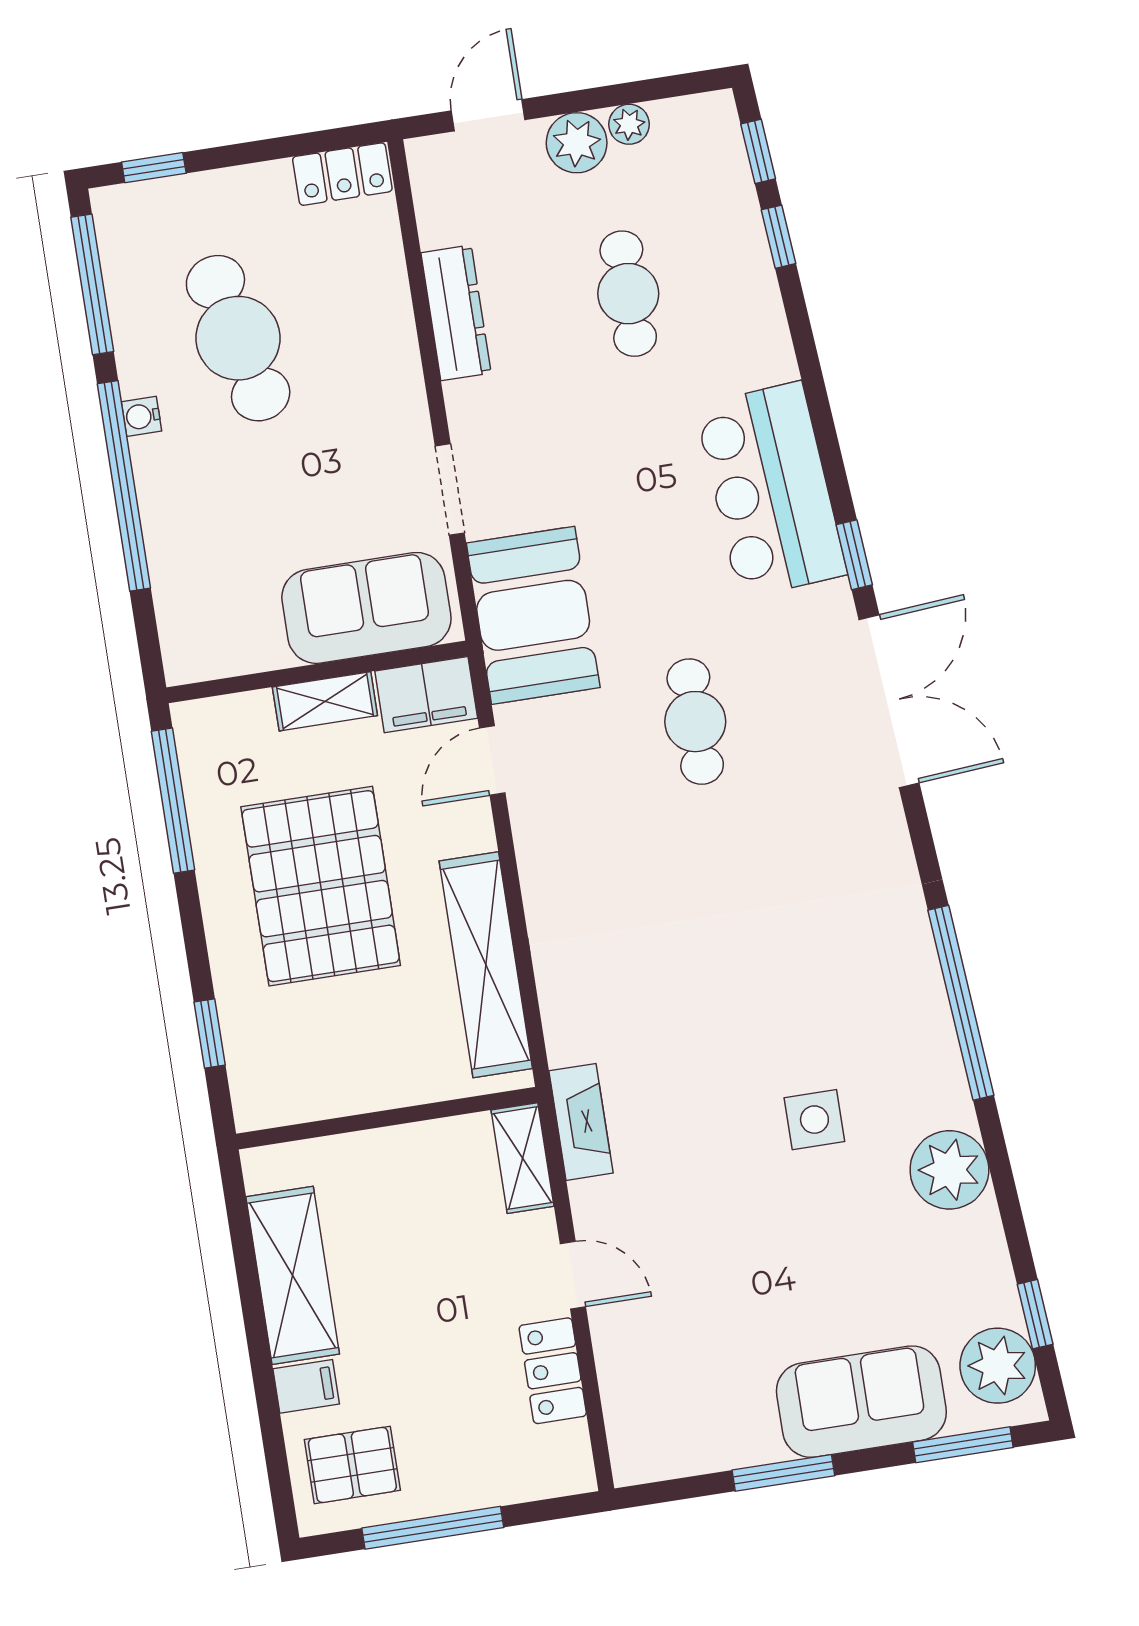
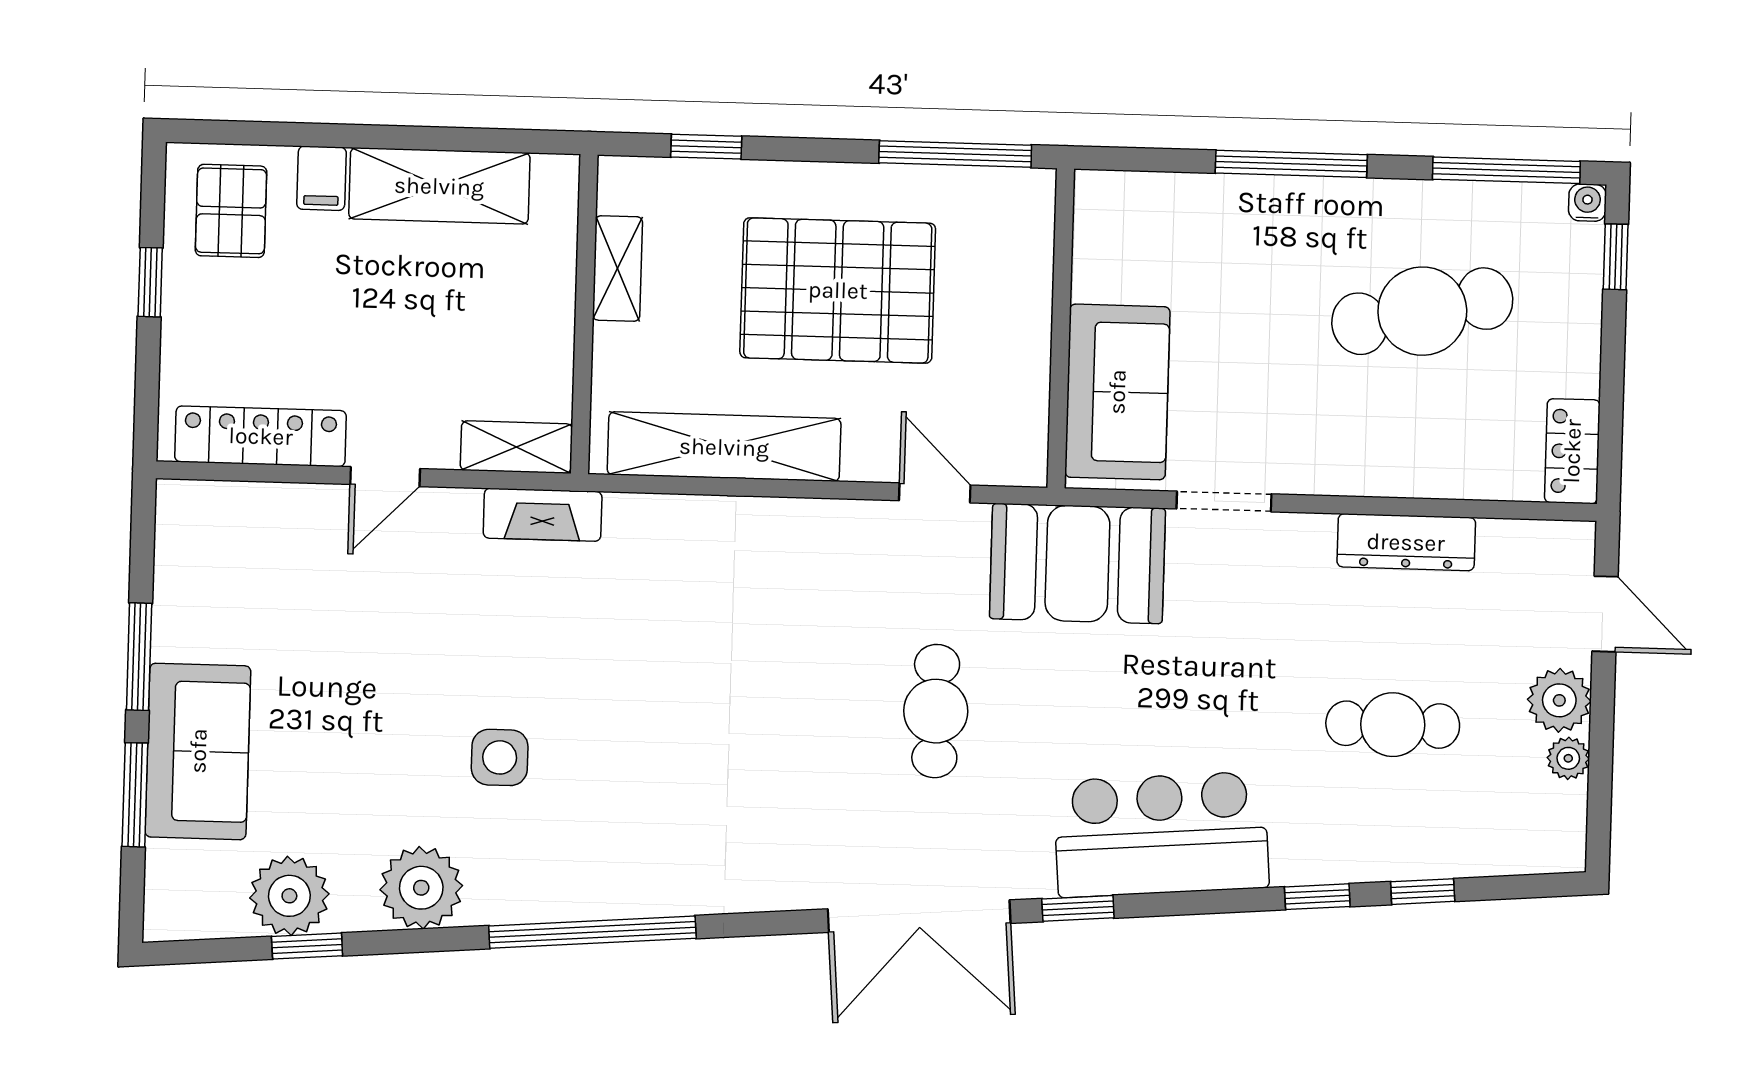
window: (758, 151) -> (1317, 897), moved
water cooler: (142, 416) -> (1587, 203), moved
window: (124, 486) -> (1291, 164), width x0.68
filing cabinet: (426, 695) -> (1016, 437), removed
shelving: (325, 701) -> (618, 268), moved
cafe table: (695, 722) -> (936, 711), turned 90
window: (1035, 1314) -> (307, 946), moved
plant: (998, 1366) -> (289, 896), moved
locker: (553, 1371) -> (261, 436), width x1.53
window: (963, 1445) -> (135, 795), moved
window: (433, 1528) -> (150, 282), width x0.46

